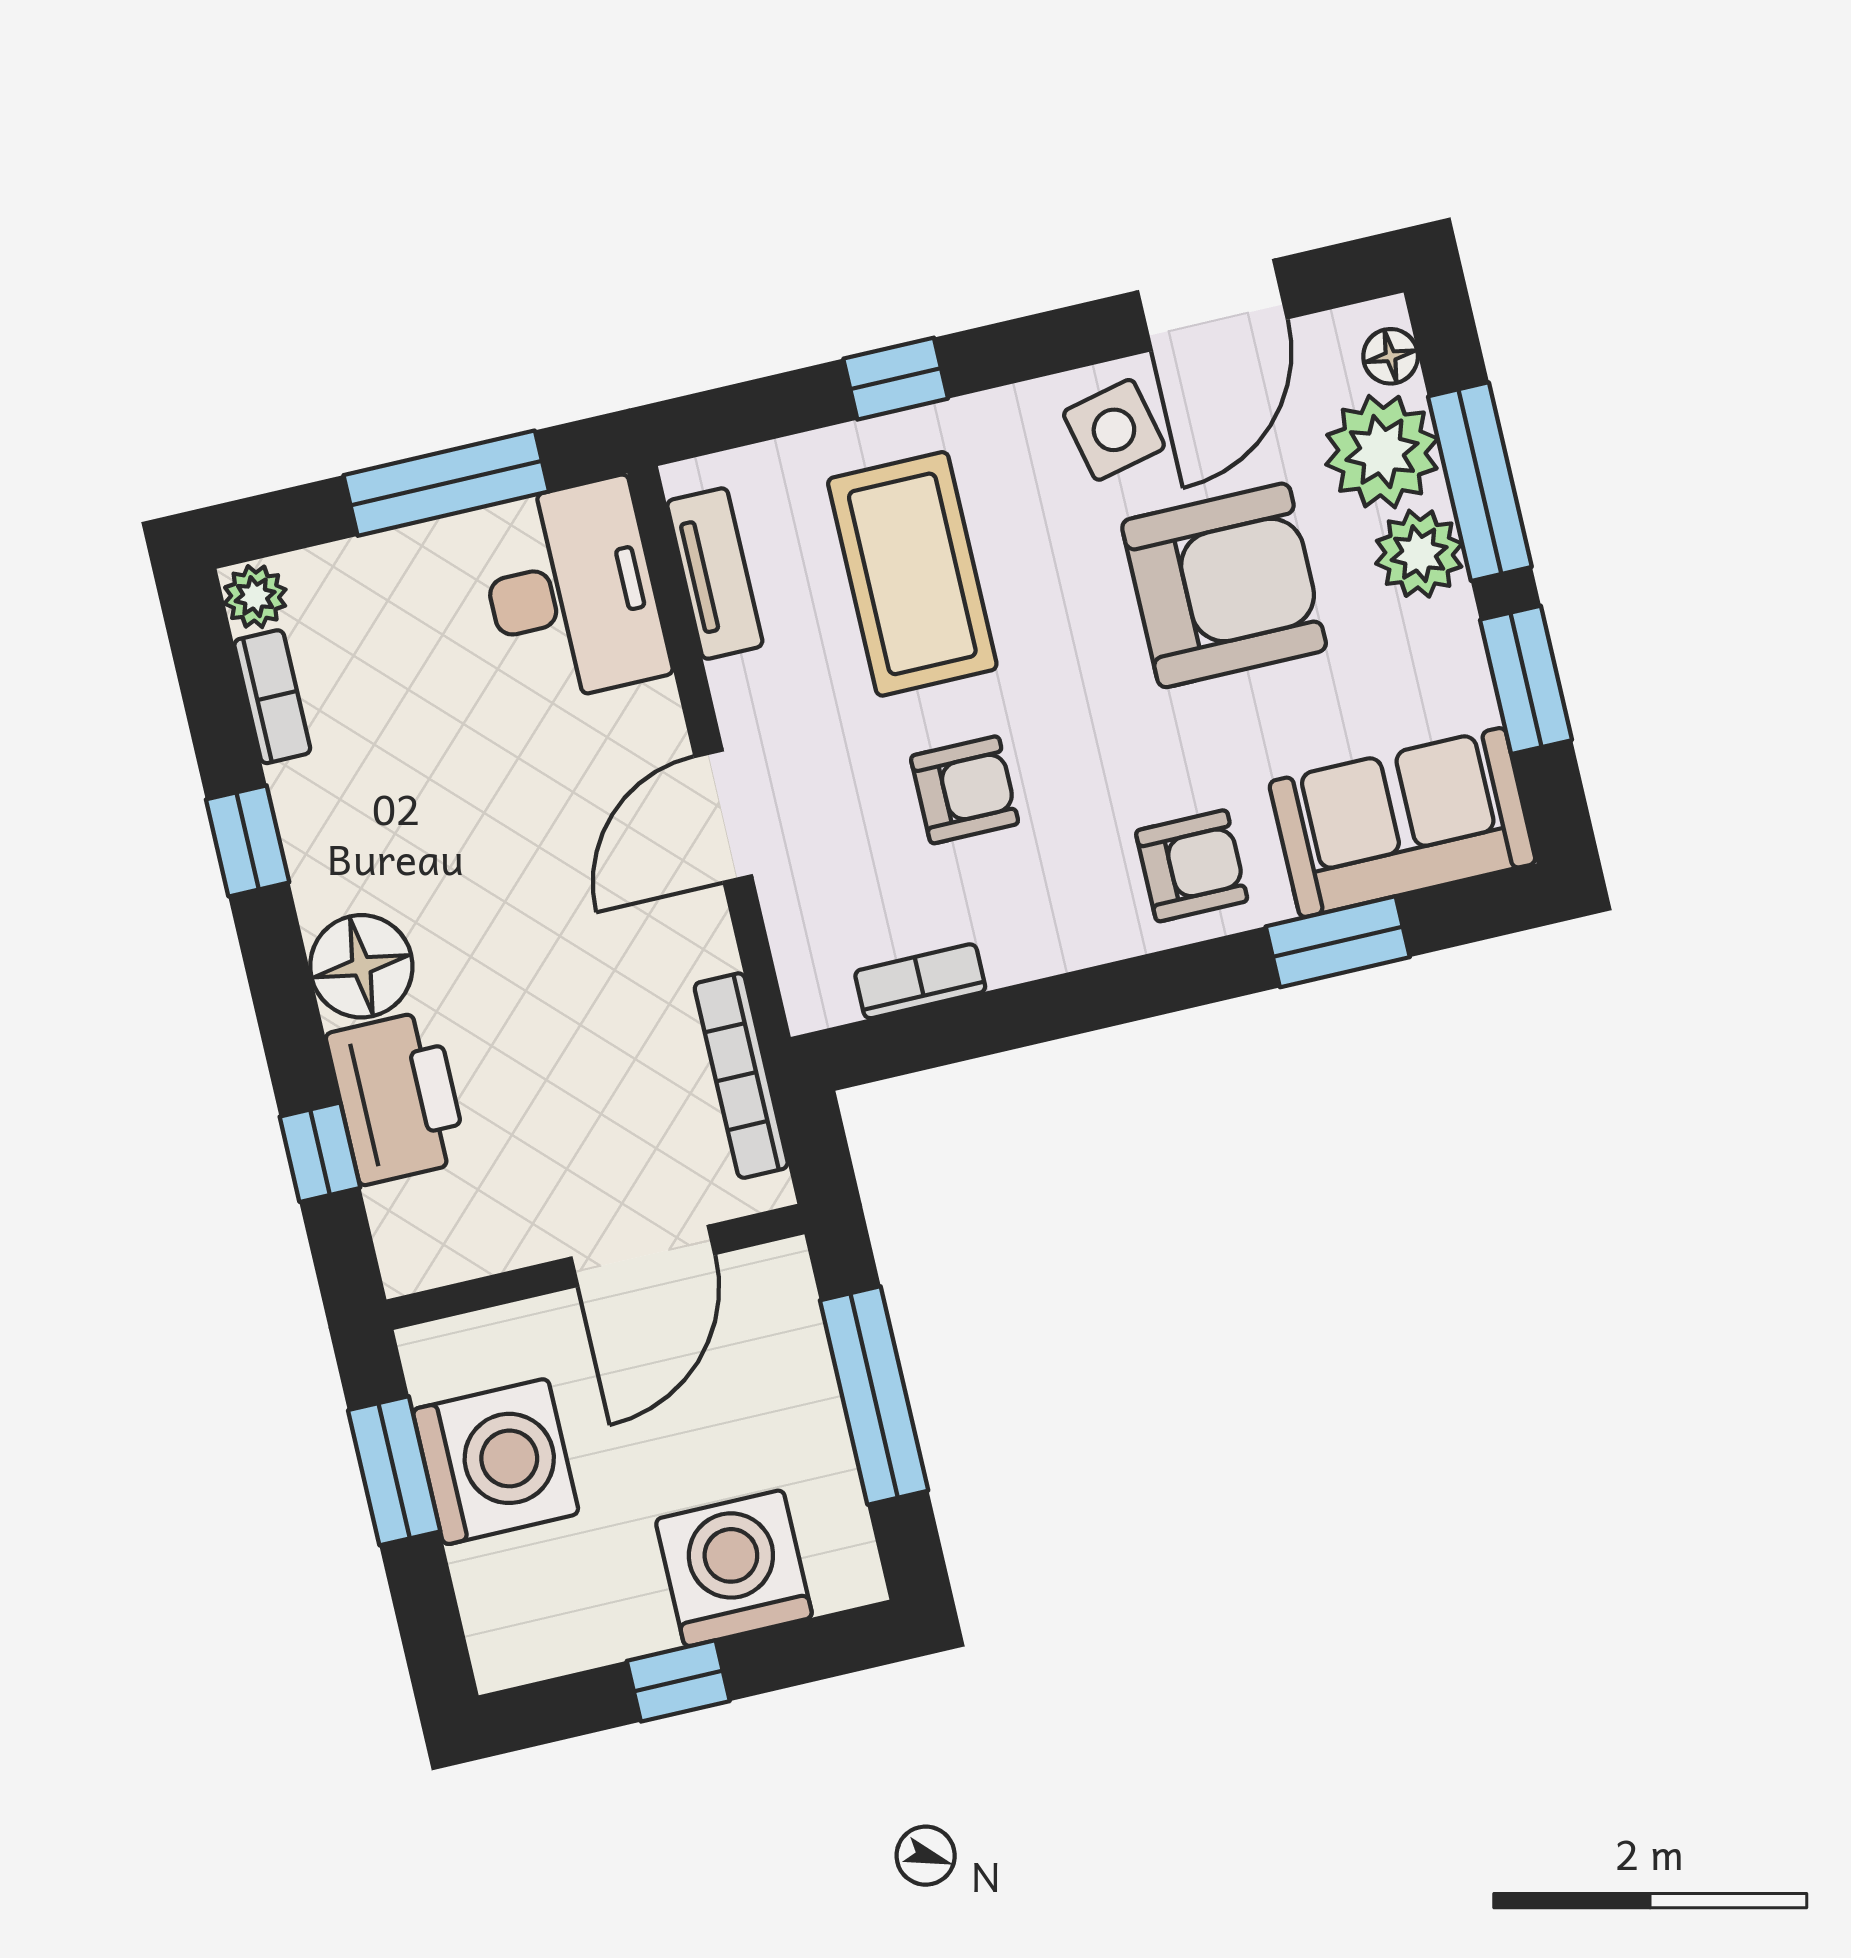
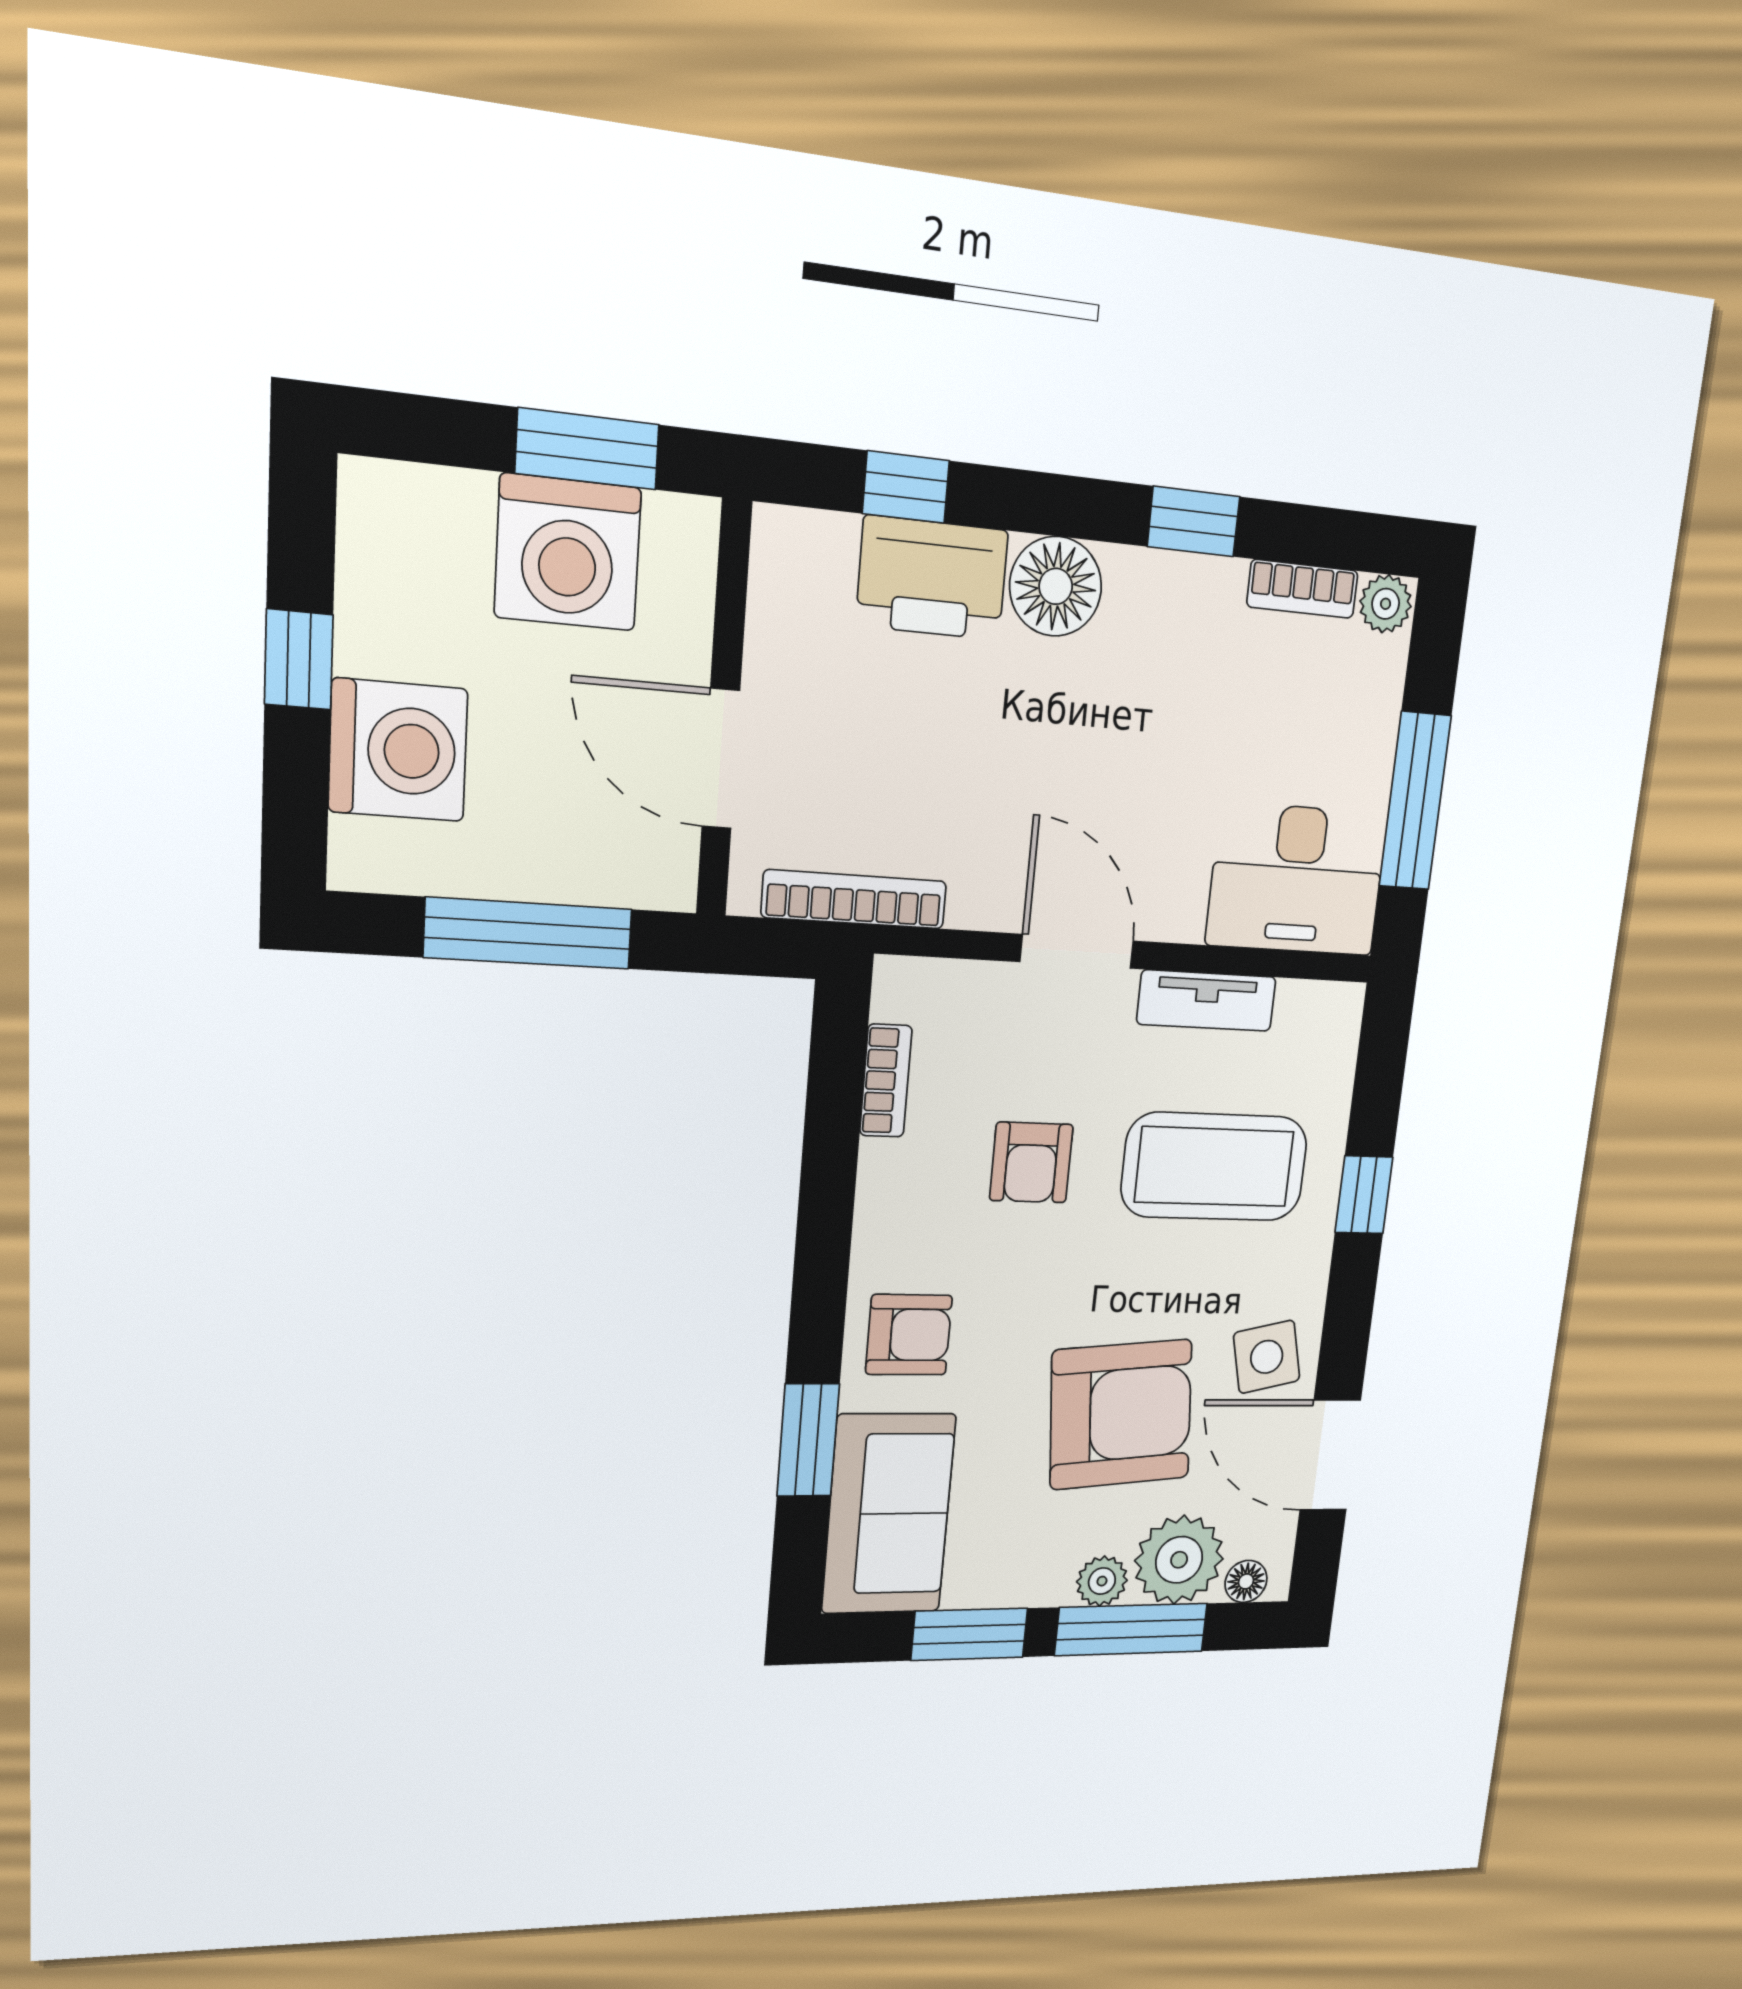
plant: (1419, 554) -> (1102, 1581), width x0.73, depth x0.73
tv unit: (715, 574) -> (1206, 1001), moved
armchair: (1224, 585) -> (1121, 1414), turned -95
armchair: (1192, 866) -> (909, 1335), turned -90

